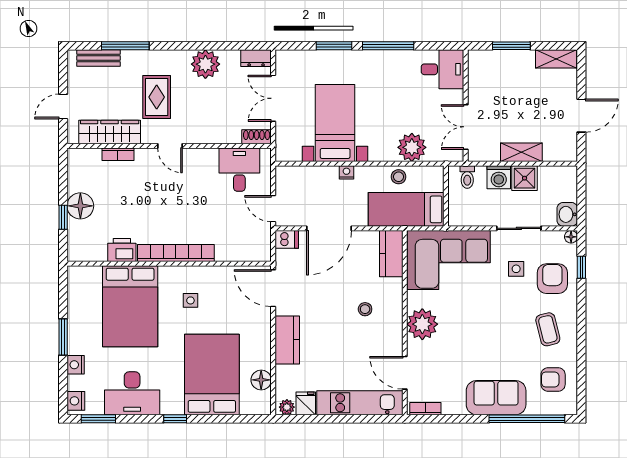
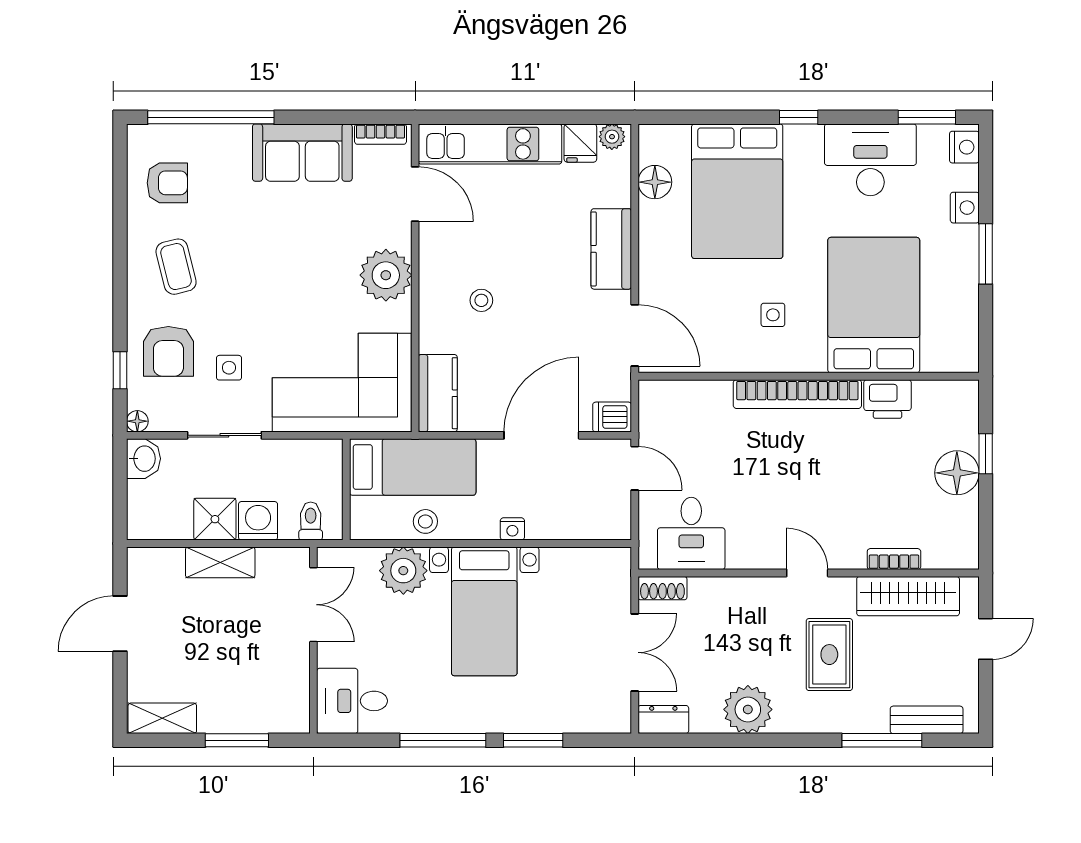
bed with nightstands: (335, 123) -> (484, 611), moved
sofa: (496, 398) -> (302, 153), moved

